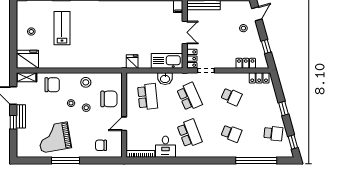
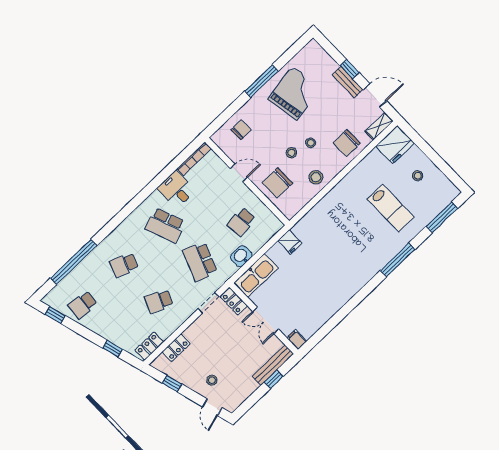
school desk: (148, 97) -> (241, 222), width x0.54
school desk: (189, 97) -> (200, 262), turned 45
window: (283, 108) -> (112, 349), moved
door: (124, 124) -> (239, 173), hinge flipped

